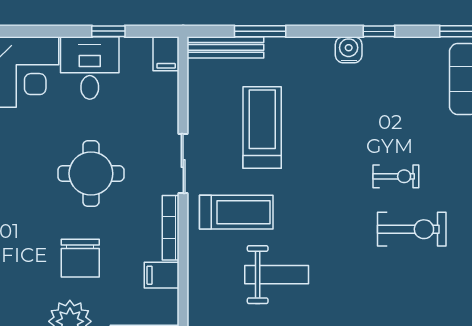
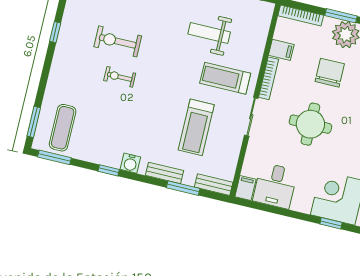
window: (108, 31) -> (331, 223), moved
bench: (225, 47) -> (214, 185), width x0.73
bench: (294, 47) -> (164, 173), added
desk: (90, 68) -> (275, 186), moved

